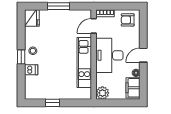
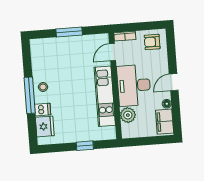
fridge: (32, 18) -> (45, 126), moved
window: (21, 57) -> (30, 95), width x2.17
plant: (102, 93) -> (128, 115), moved
window: (53, 103) -> (85, 146), moved

